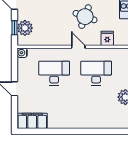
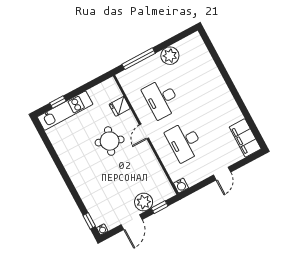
plant: (25, 28) -> (144, 202), moved

